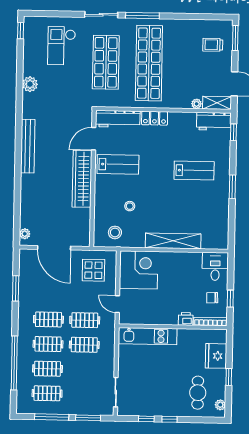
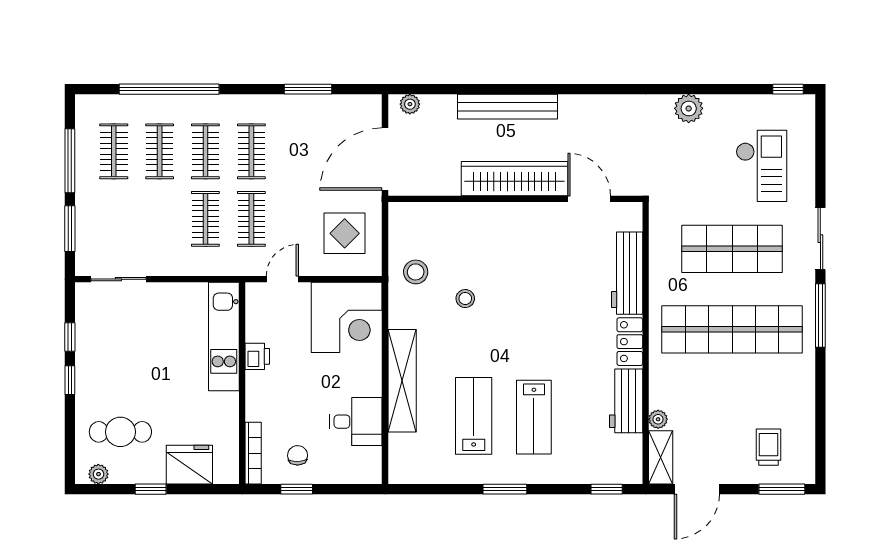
checkout: (62, 46) -> (761, 166), turned 90
workbench: (214, 121) -> (626, 401), moved
door: (94, 139) -> (589, 199), moved
bench: (28, 146) -> (508, 107), moved
lab bench: (118, 164) -> (474, 416), moved, turned 180
wardrobe: (82, 179) -> (514, 179), moved
wall: (93, 179) -> (515, 199), moved
desk: (215, 266) -> (356, 422), moved
printer: (186, 319) -> (257, 356), moved

